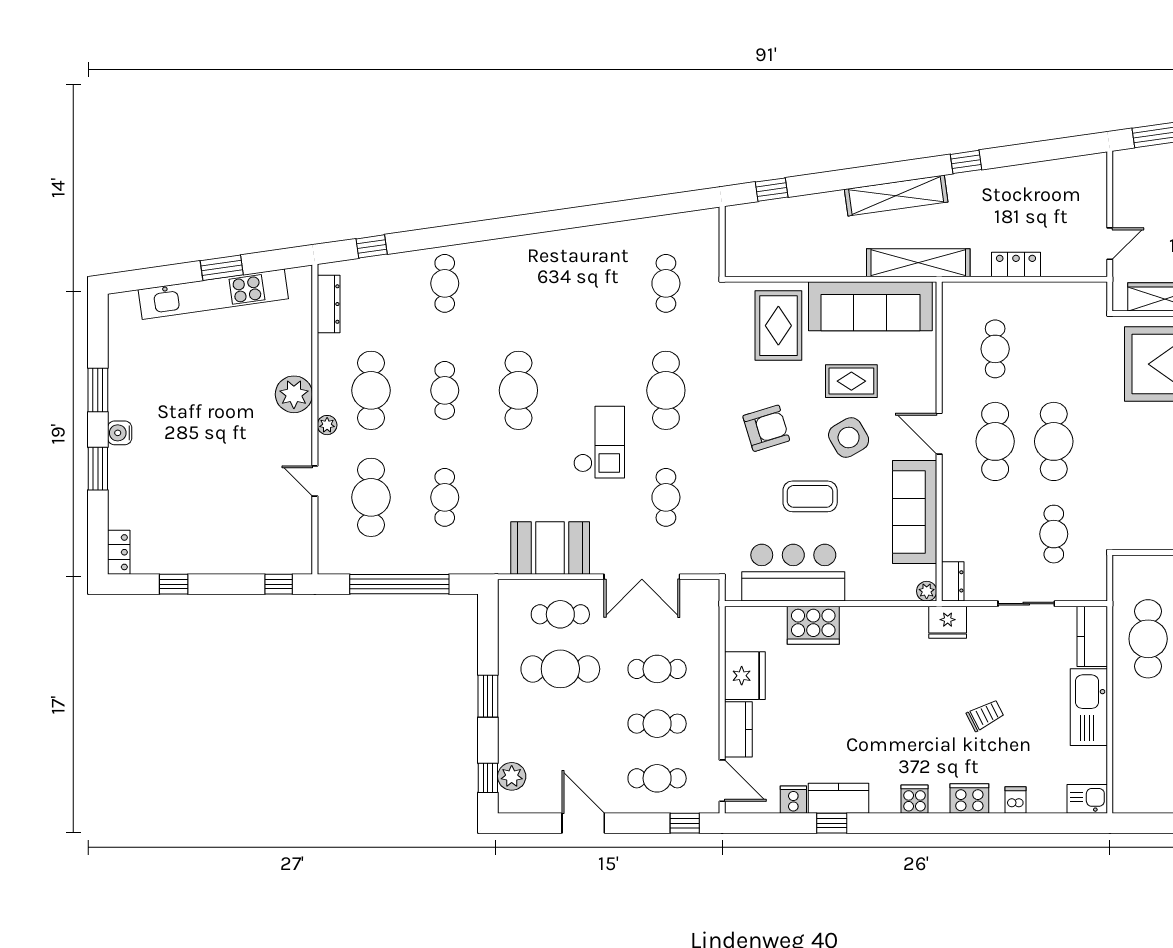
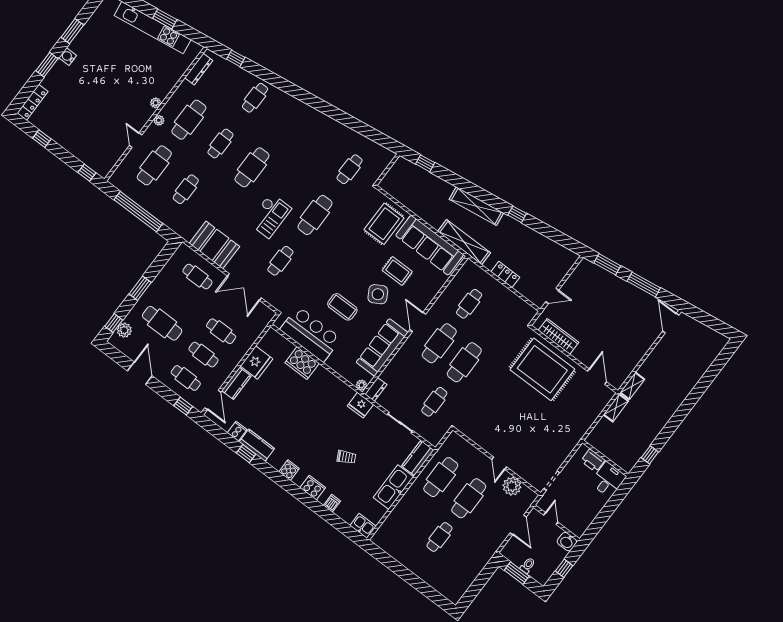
plant: (294, 394) -> (156, 103), width x0.53, depth x0.53
armchair: (766, 428) -> (346, 264), removed
locker: (119, 552) -> (33, 102), width x1.53
cafe table: (560, 669) -> (162, 323), moved

